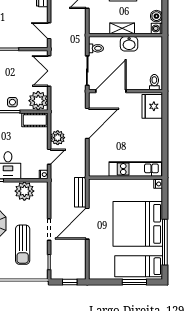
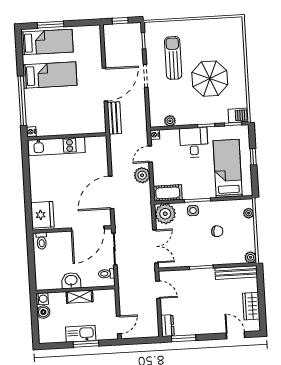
plant: (24, 191) -> (170, 121), width x0.53, depth x0.53
bed: (138, 224) -> (50, 75), width x0.49
window: (165, 242) -> (22, 101), moved

